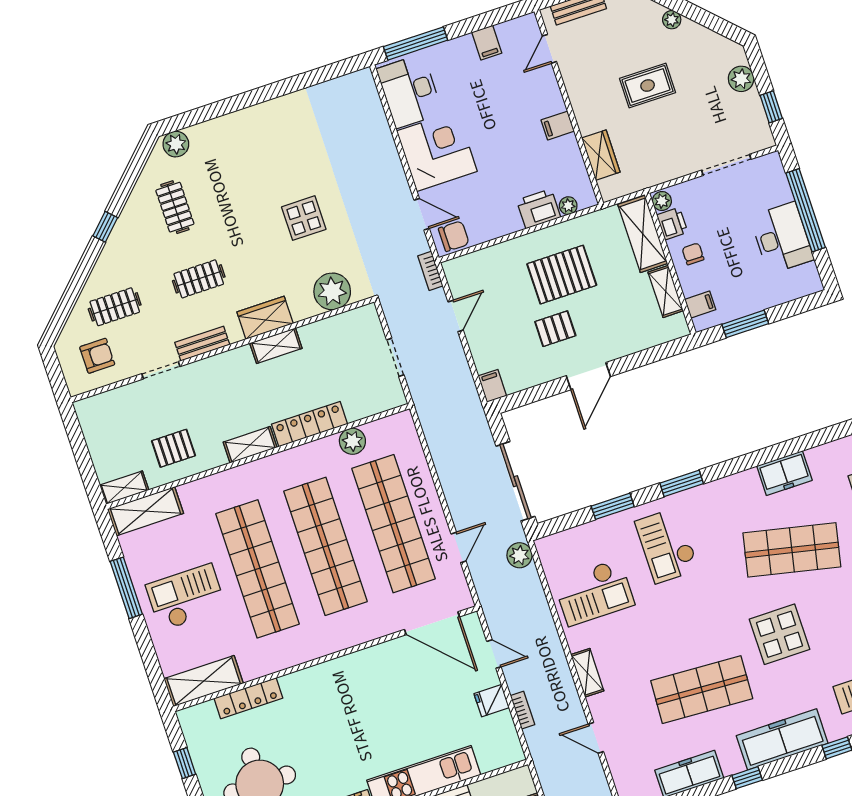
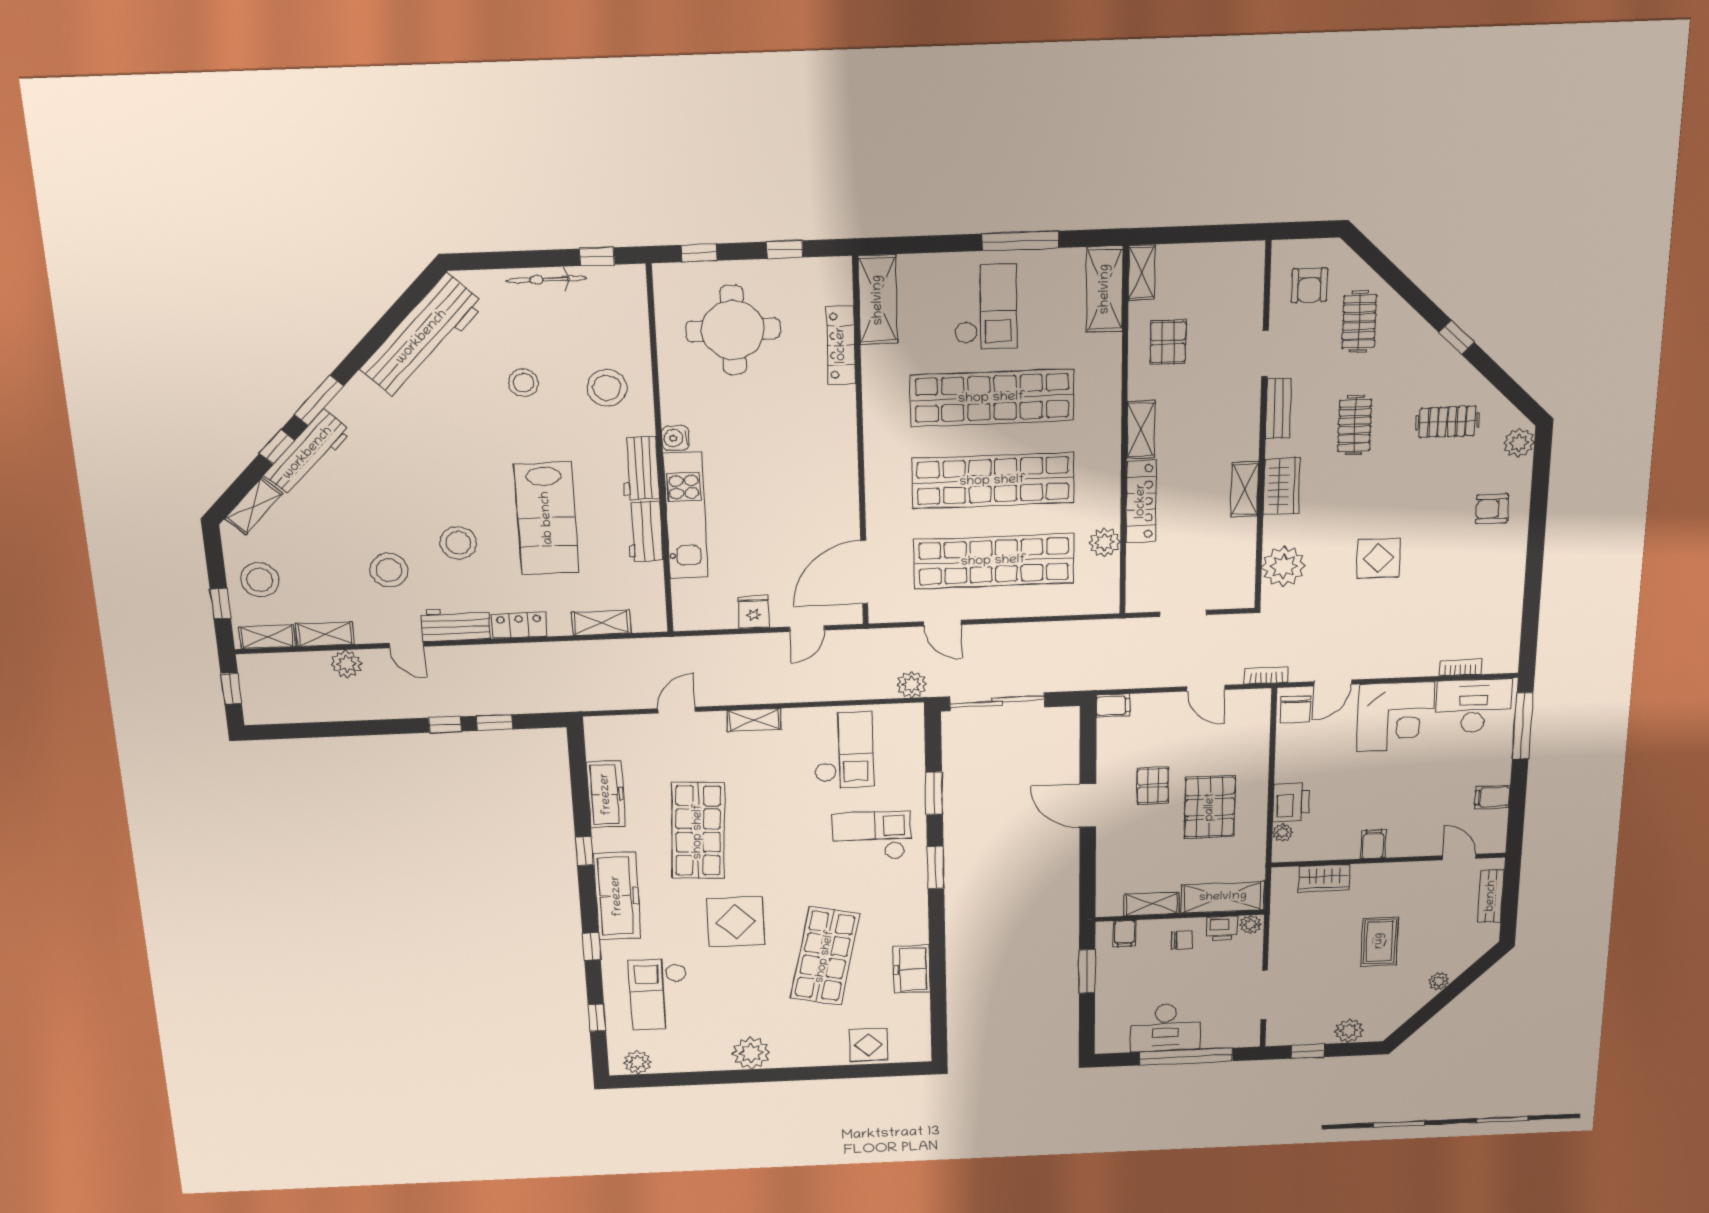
armchair: (236, 144) -> (1492, 509), added
checkout: (594, 592) -> (844, 750), turned 180
bookcase: (523, 710) -> (1460, 668), moved, turned 180

